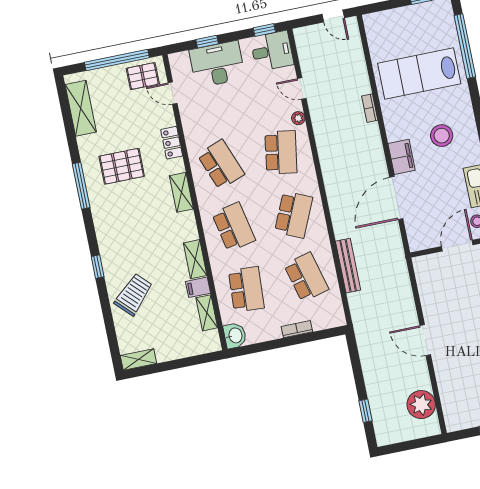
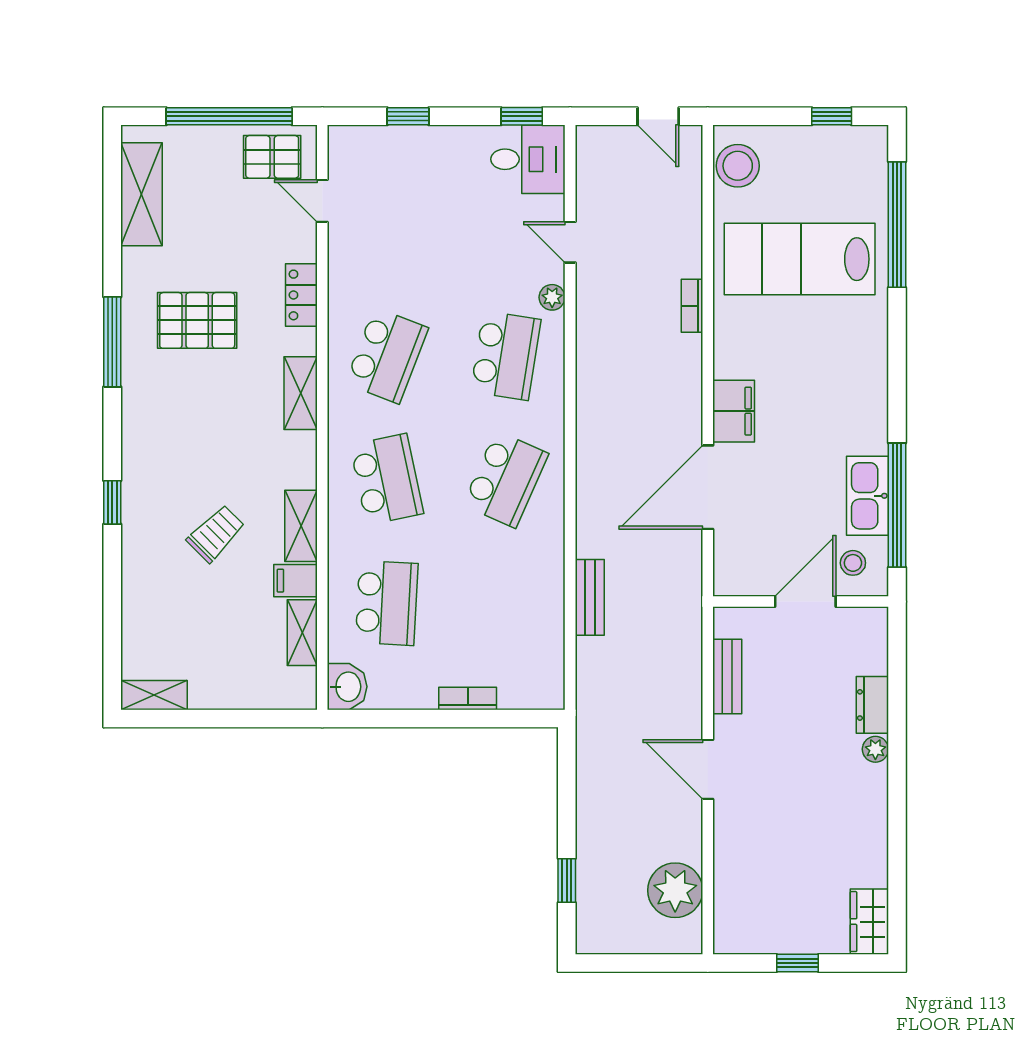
desk: (217, 64) -> (418, 163), removed
stool: (442, 136) -> (738, 166), moved
school desk: (221, 165) -> (387, 356), turned 42
bench: (348, 266) -> (590, 597), width x0.73
school desk: (306, 277) -> (506, 603), removed
bench: (426, 291) -> (727, 676), added
trolley: (134, 294) -> (216, 534), moved, width x0.73, depth x0.72

